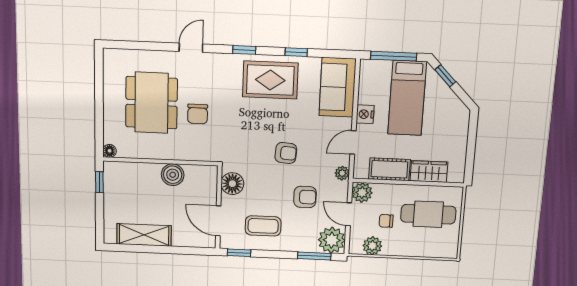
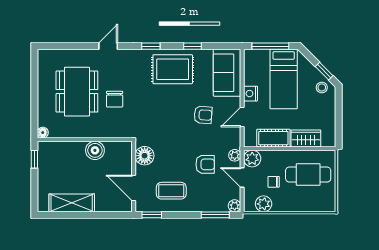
window: (445, 76) -> (324, 71), moved
stool: (454, 110) -> (322, 87), added
armchair: (286, 153) -> (203, 115), moved
plant: (342, 173) -> (235, 155), moved
plant: (332, 240) -> (235, 206), width x0.53, depth x0.53

